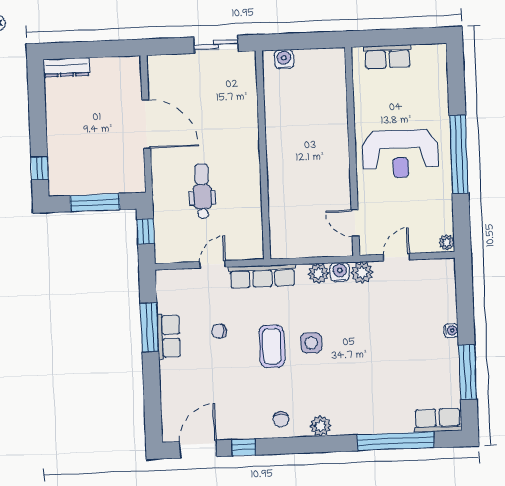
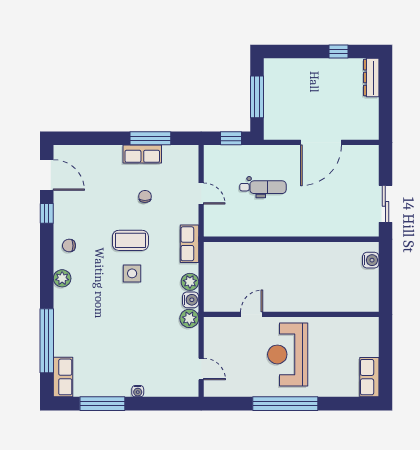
row of seats: (388, 57) -> (369, 377), moved
window: (40, 168) -> (338, 52), moved
door: (355, 223) -> (252, 314), moved
plant: (447, 242) -> (212, 390), removed
door: (397, 257) -> (201, 369), moved
row of seats: (262, 276) -> (190, 244), width x0.68

